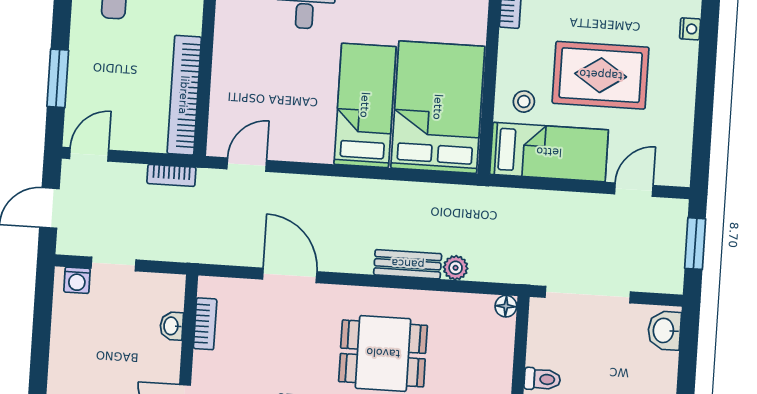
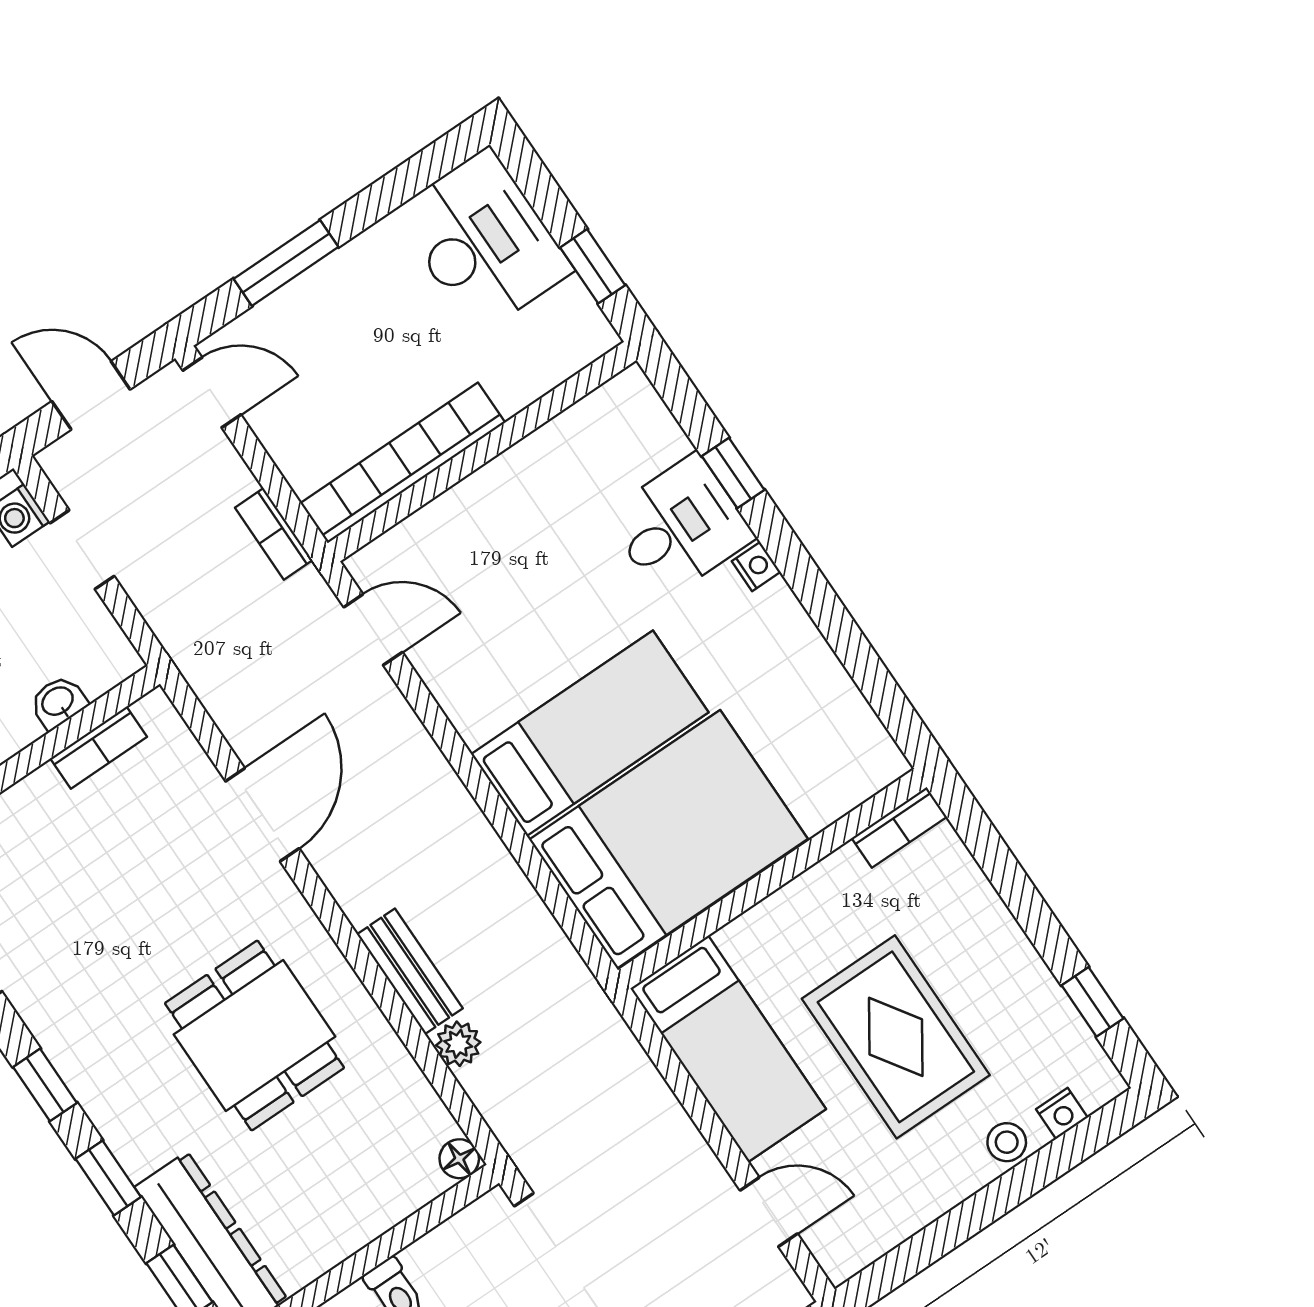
stool: (524, 102) -> (1007, 1142), moved

